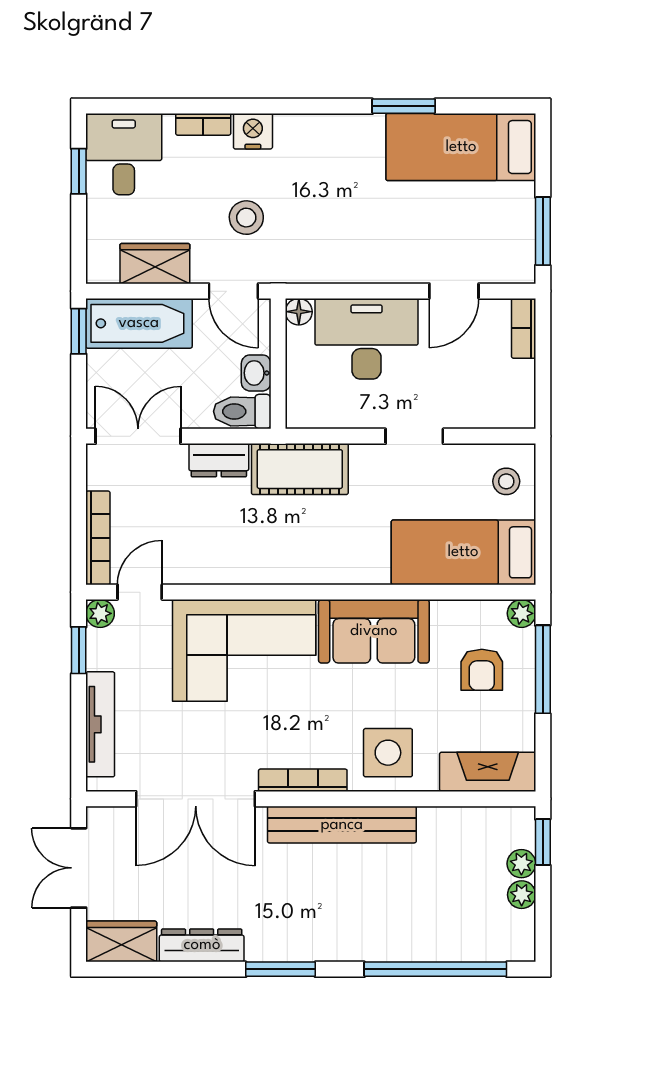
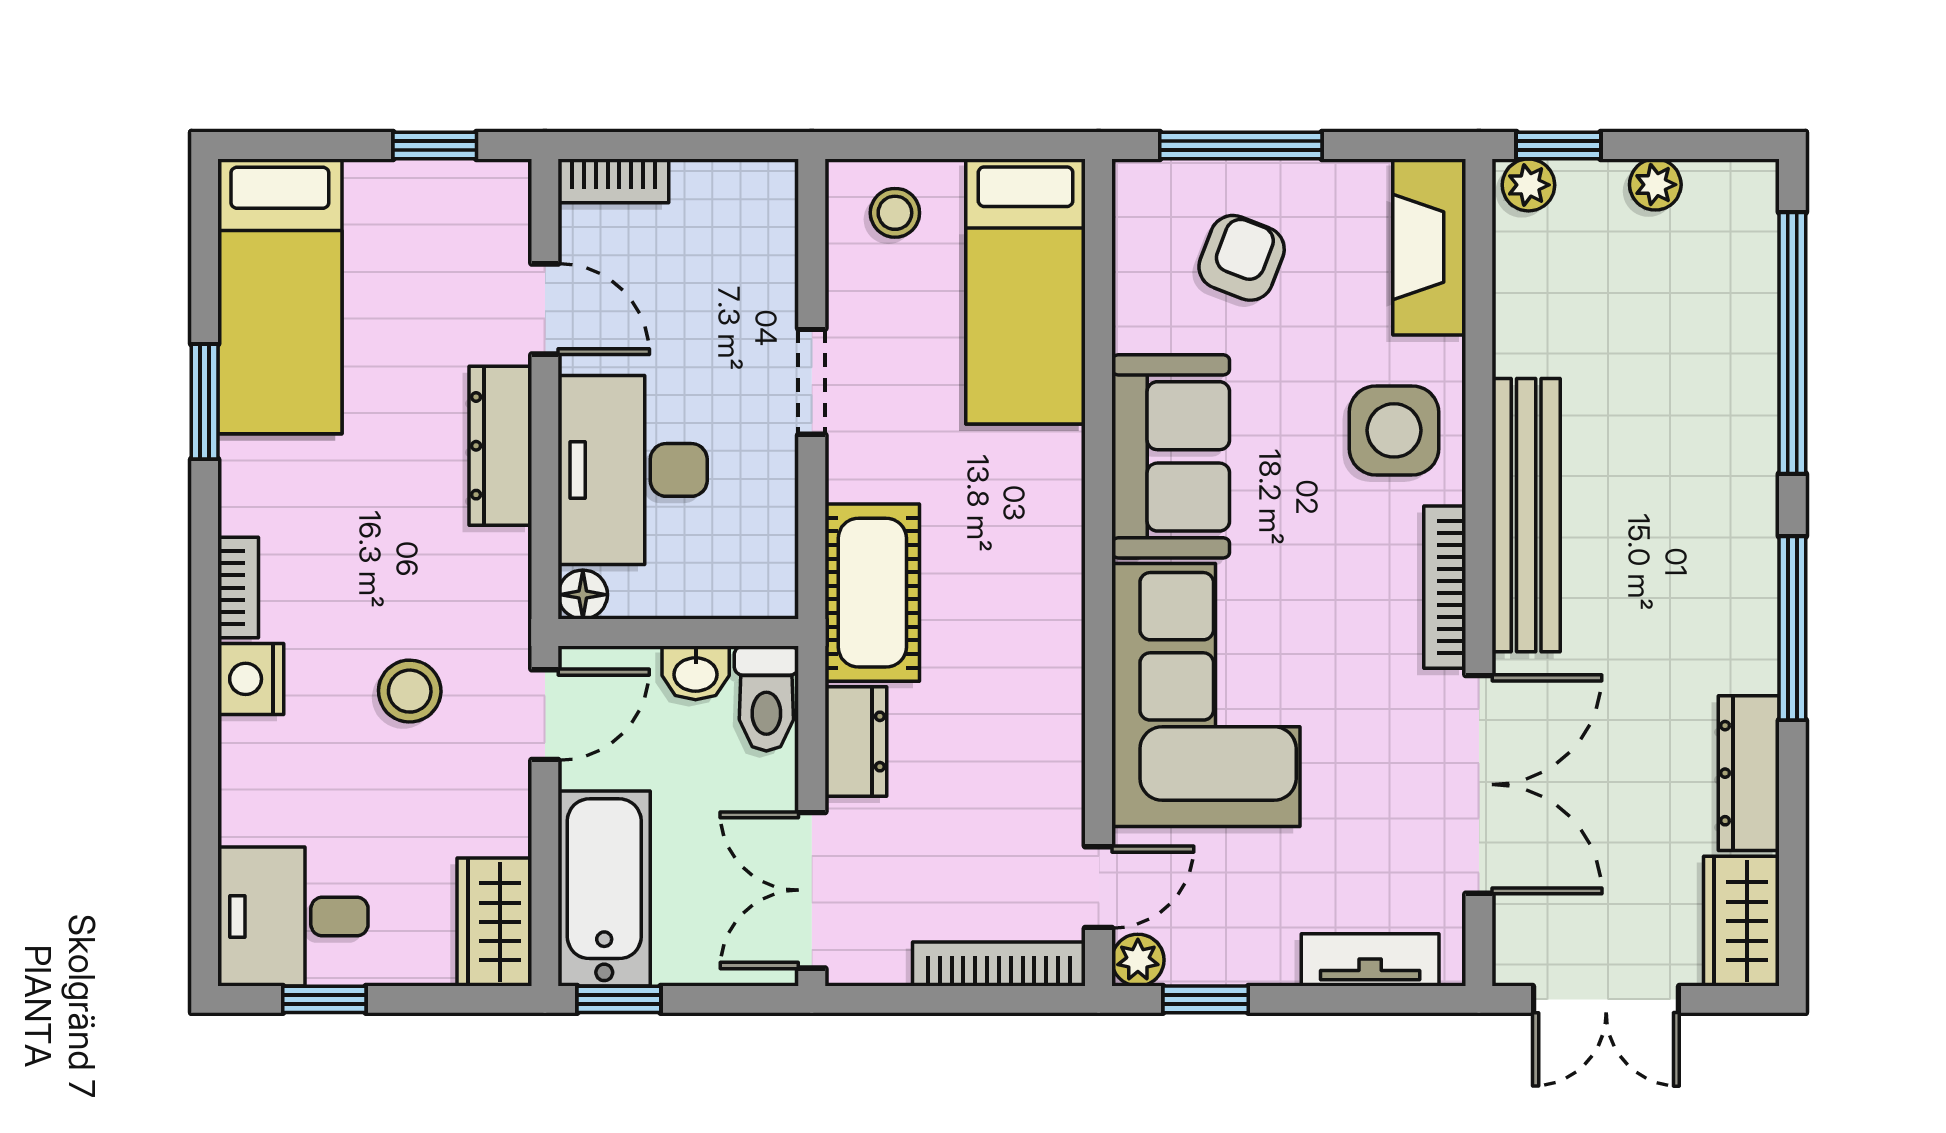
bookcase: (203, 124) -> (238, 588), moved
window: (543, 231) -> (435, 145), width x0.67
wardrobe: (155, 264) -> (494, 922), moved
dresser: (380, 267) -> (500, 446), added
door: (140, 592) -> (1099, 887), swing flipped
plant: (521, 613) -> (1138, 185), removed
armchair: (482, 670) -> (1242, 258), turned -69
tv unit: (100, 724) -> (1370, 960), width x0.71
plant: (521, 864) -> (1528, 185), moved
window: (280, 969) -> (1792, 628), width x1.44

